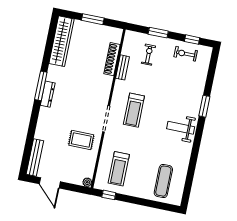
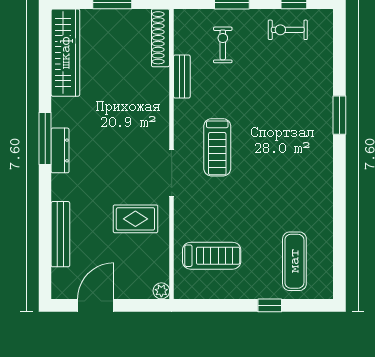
shoe rack: (112, 59) -> (160, 38), moved
weight bench: (181, 128) -> (306, 162), removed
bench: (35, 158) -> (60, 234), moved
treadmill: (119, 169) -> (212, 256), turned -90
door: (50, 183) -> (96, 305), swing flipped
window: (109, 195) -> (270, 305), moved

